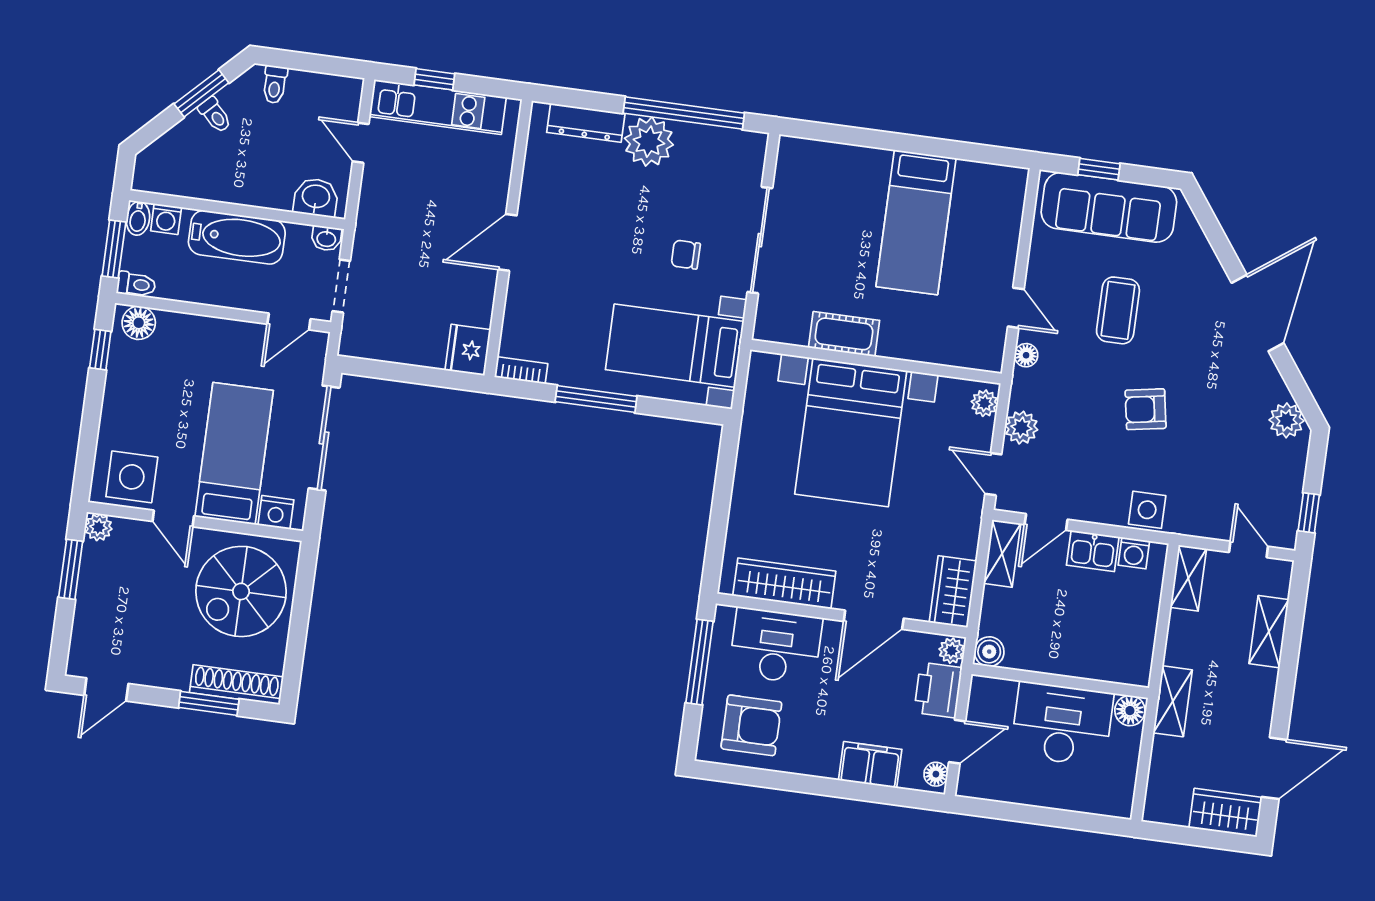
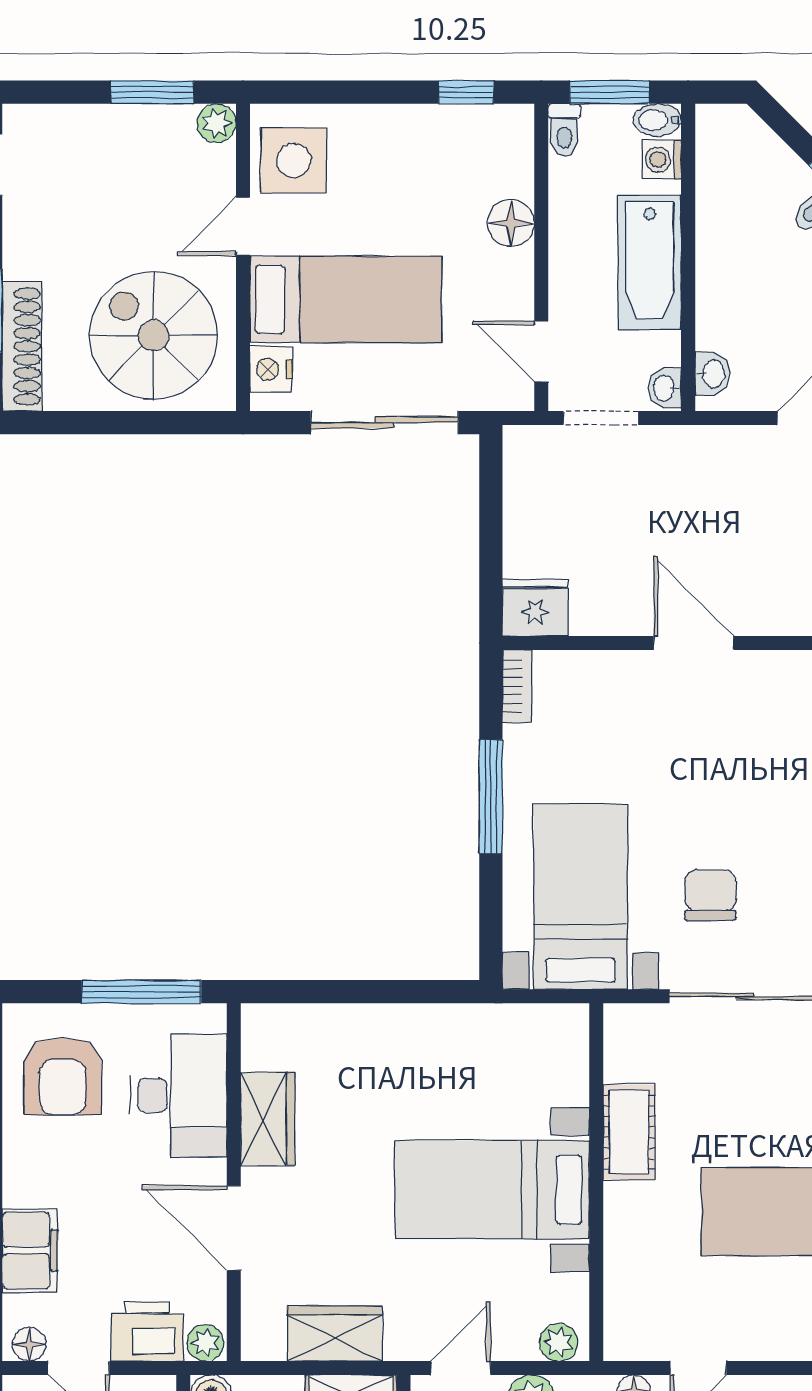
washbasin: (316, 197) -> (713, 374), width x0.72, depth x0.69
chair: (686, 255) -> (710, 895), width x1.37, depth x1.37
floor lamp: (139, 323) -> (511, 223), moved
bed with nightstands: (851, 432) -> (492, 1190), width x0.73
wardrobe: (784, 584) -> (268, 1119), width x0.67
wardrobe: (953, 592) -> (335, 1334), moved

